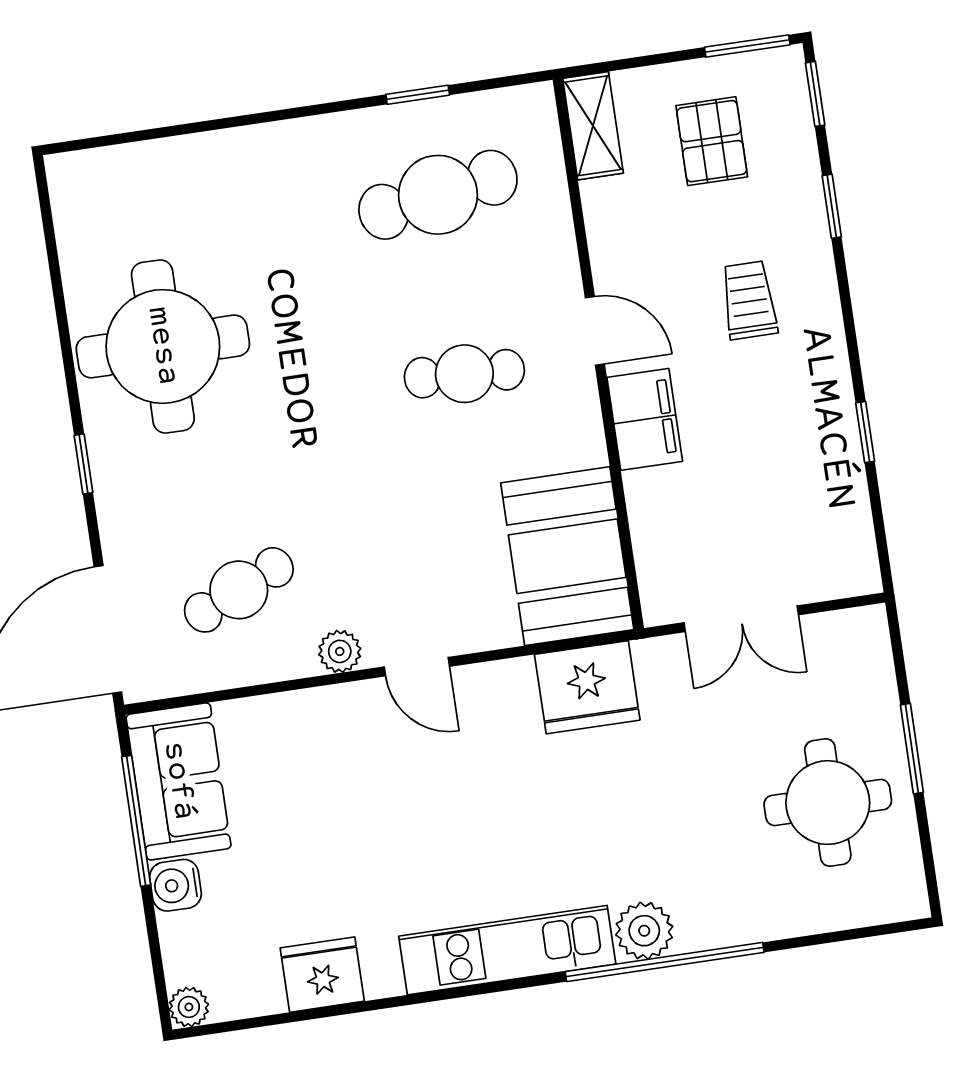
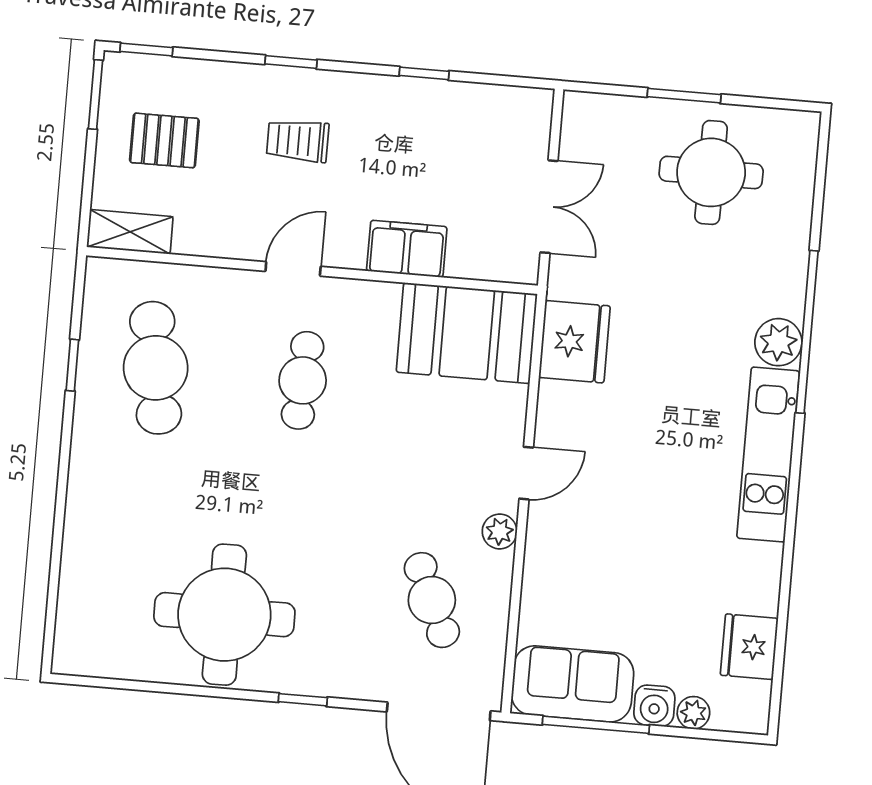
window: (832, 206) -> (291, 62), moved
filing cabinet: (645, 419) -> (407, 249), moved
fridge: (322, 975) -> (749, 647), moved
plant: (189, 1007) -> (693, 713), moved

